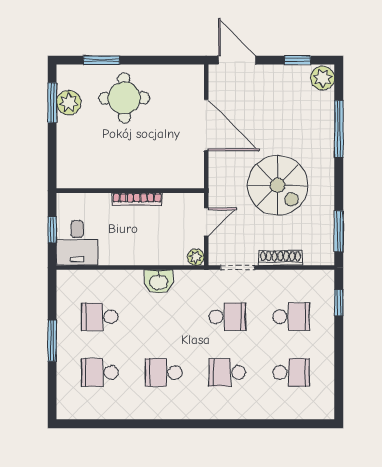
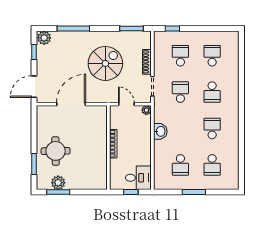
school desk: (164, 372) -> (212, 128), turned 180

